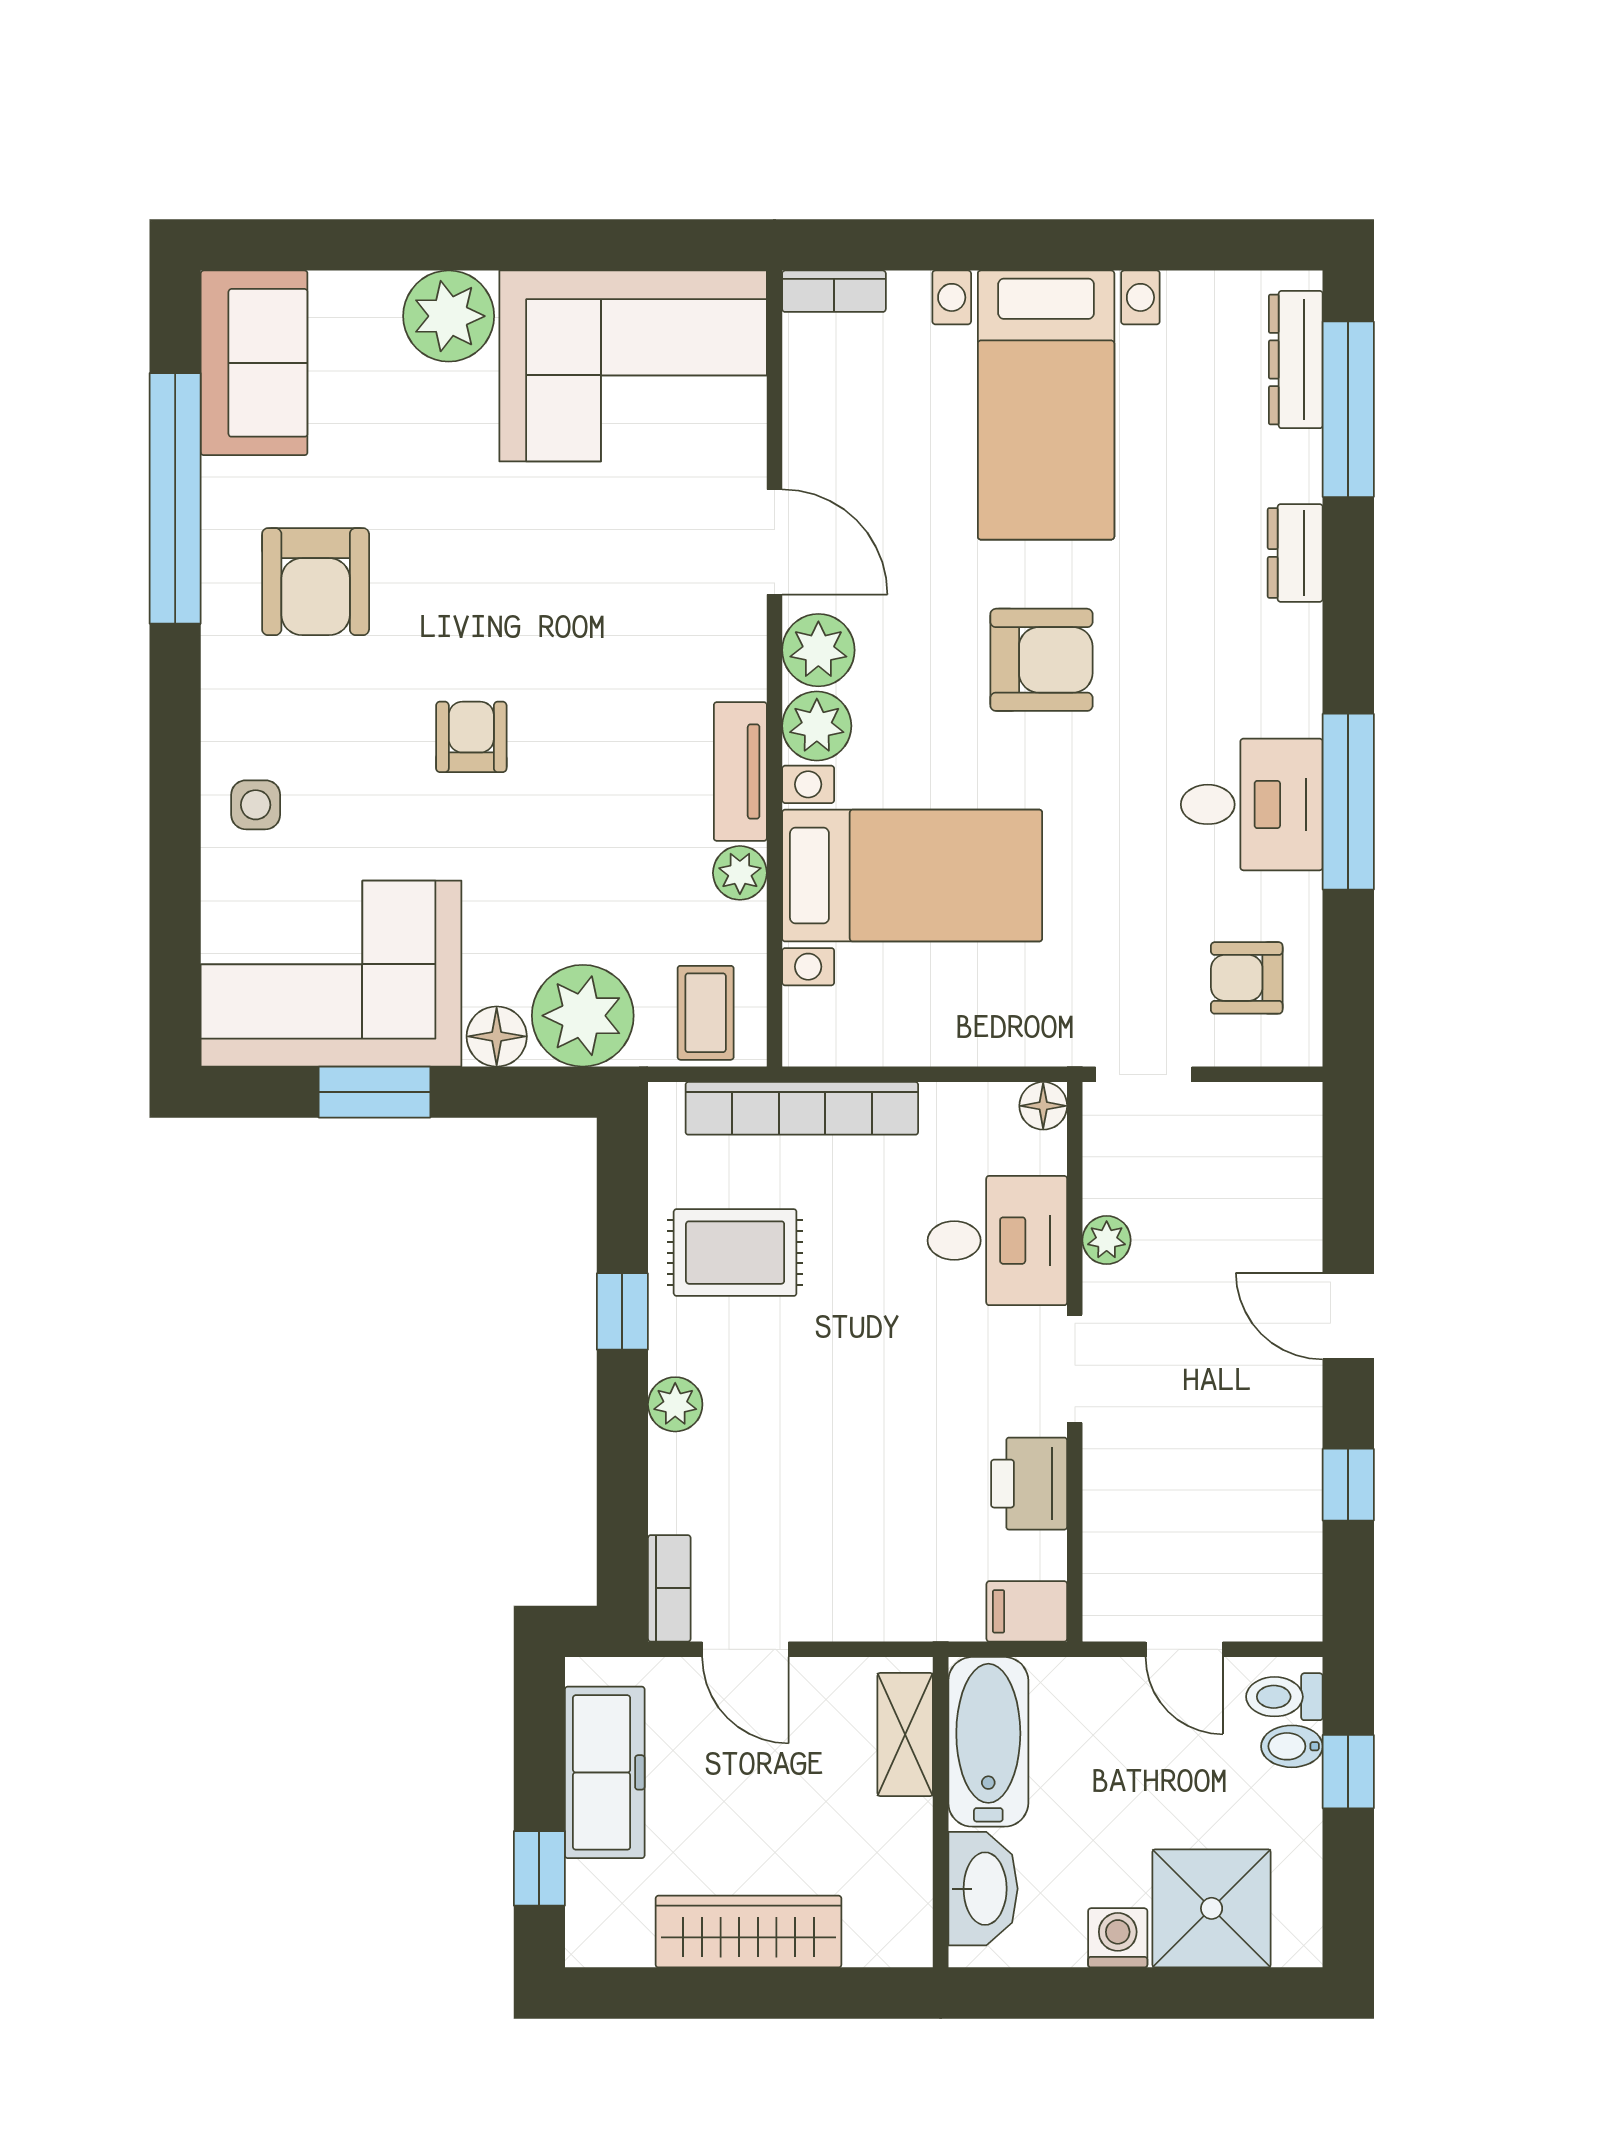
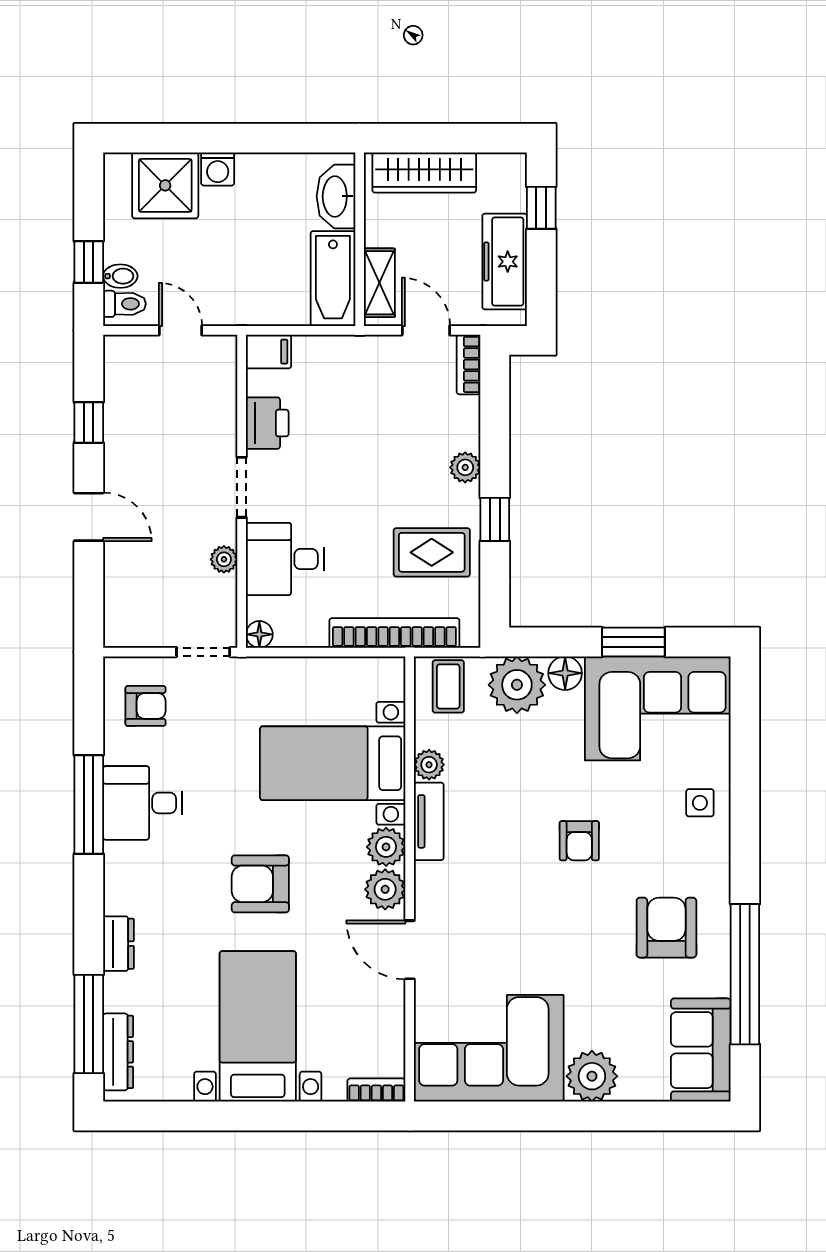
shelving: (905, 1735) -> (379, 283), moved
bathtub: (988, 1742) -> (333, 279), moved
wall: (941, 1812) -> (360, 239), moved
washbasin: (983, 1889) -> (336, 196), moved

